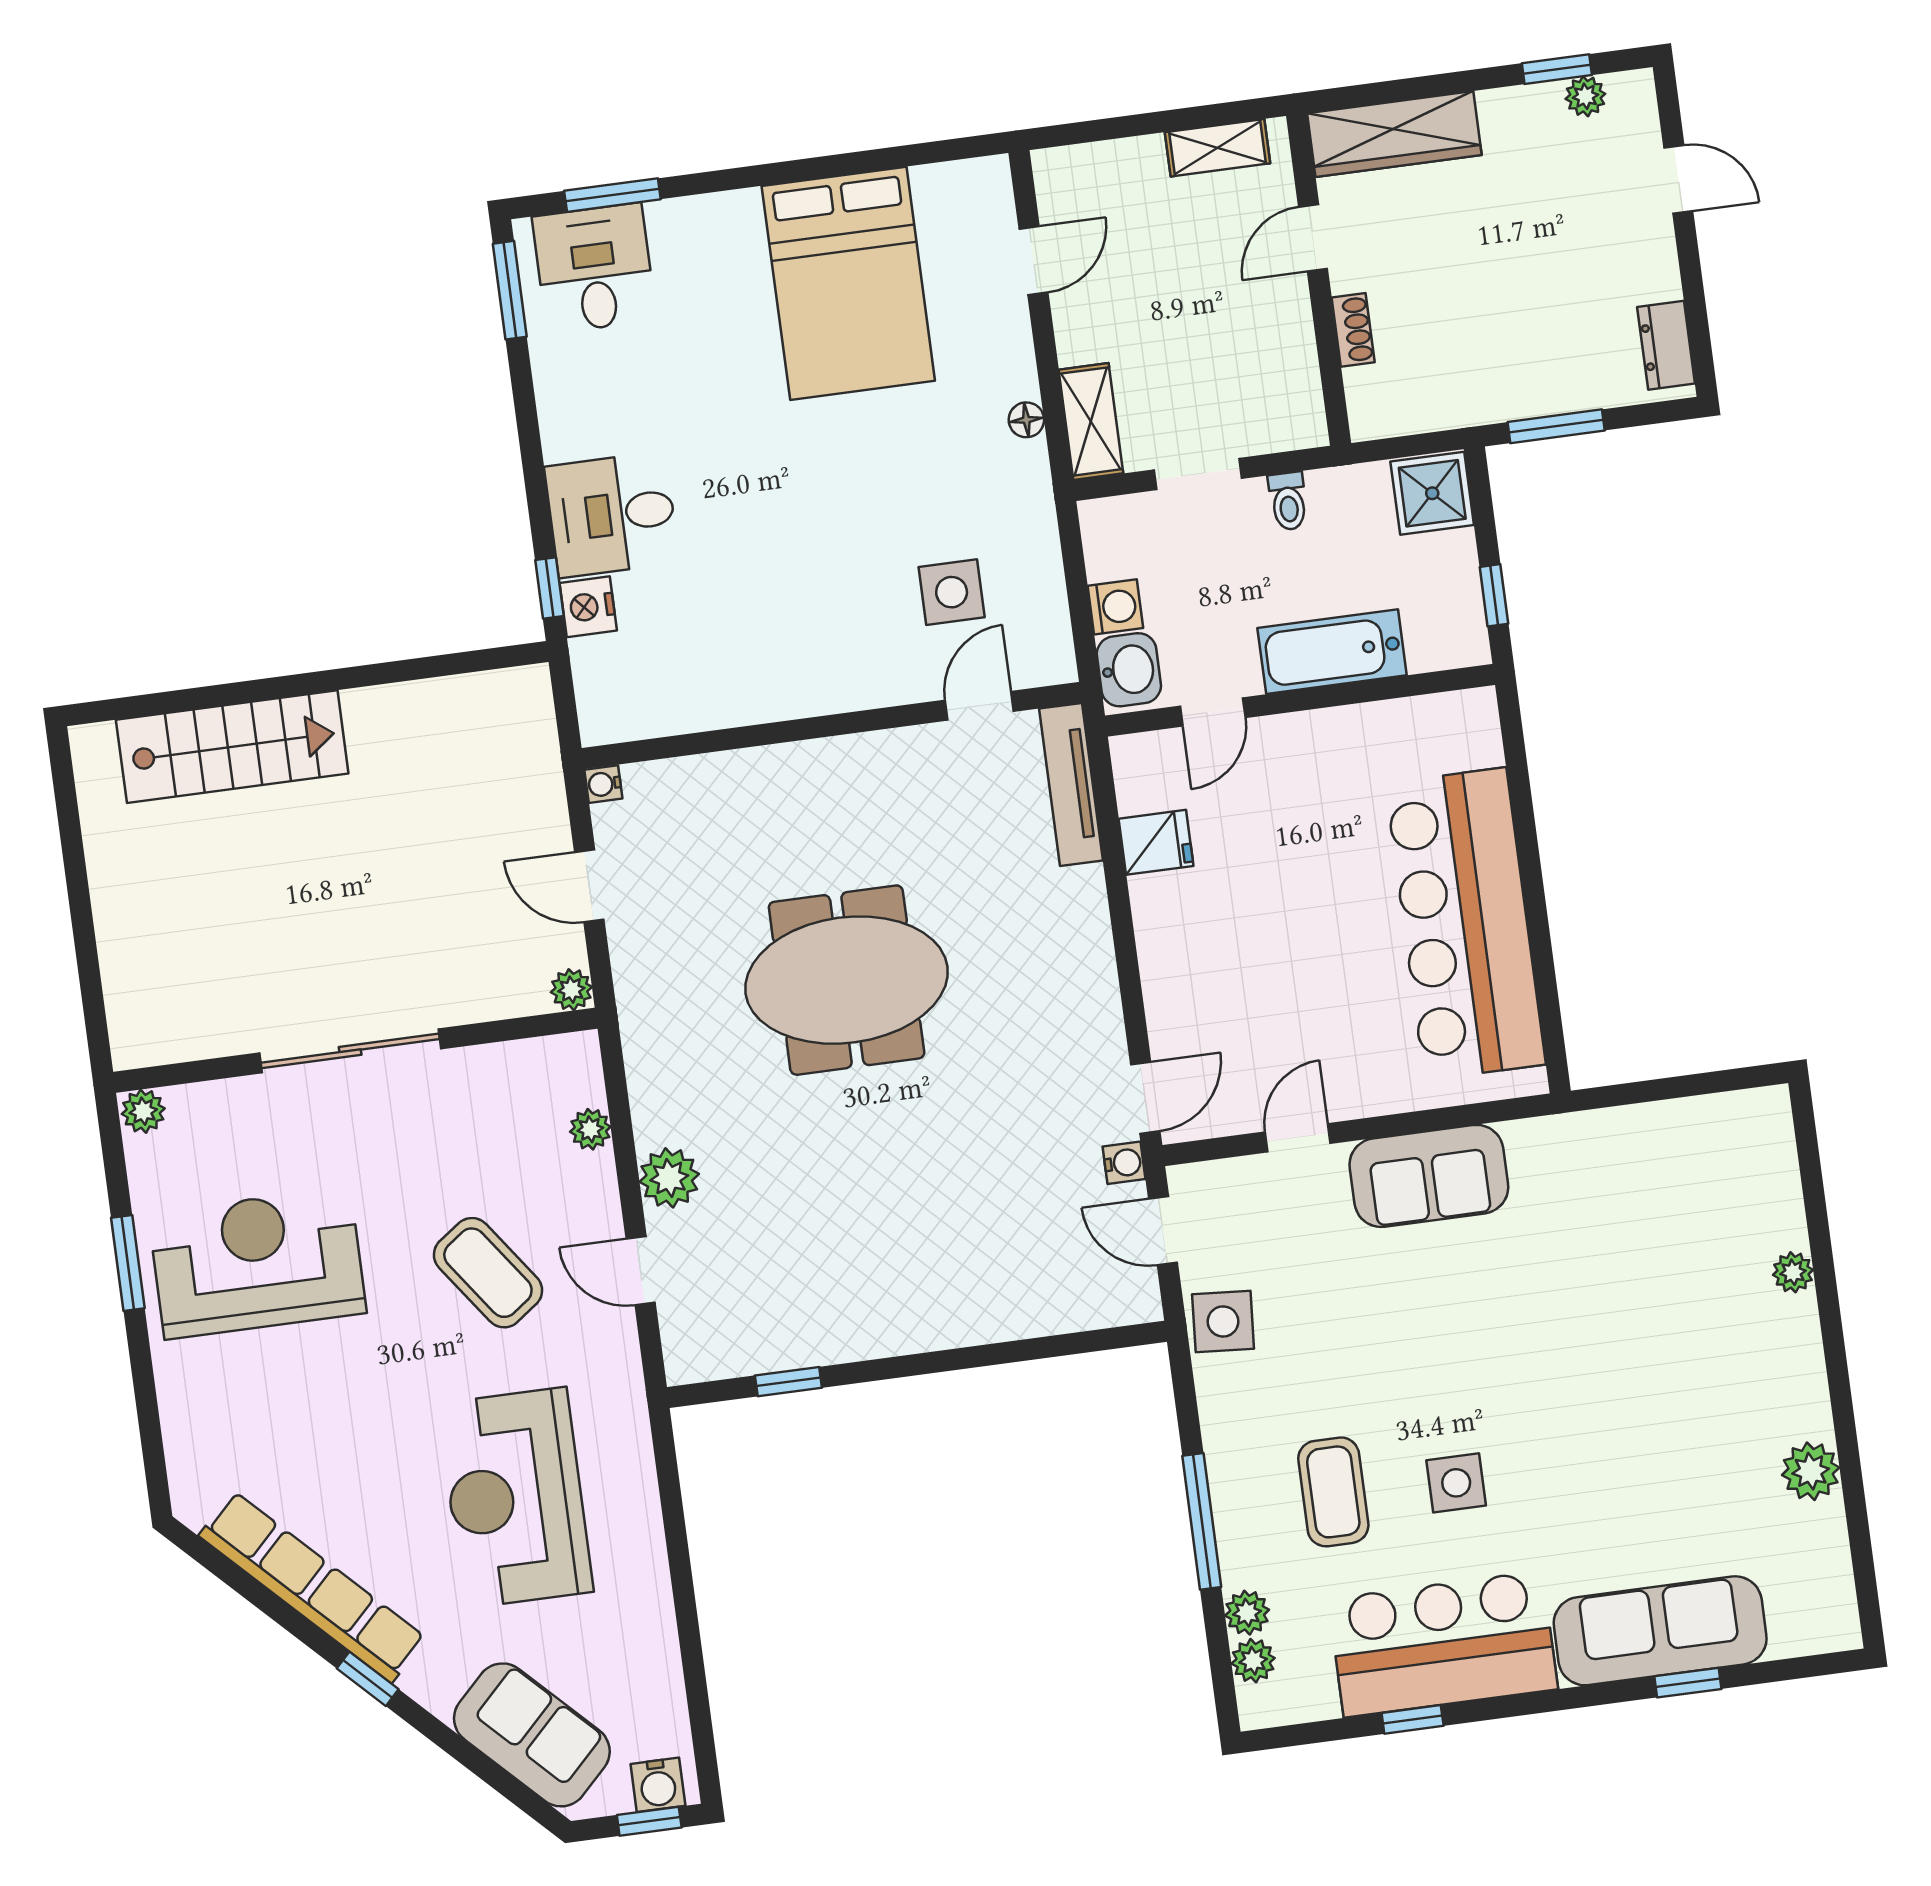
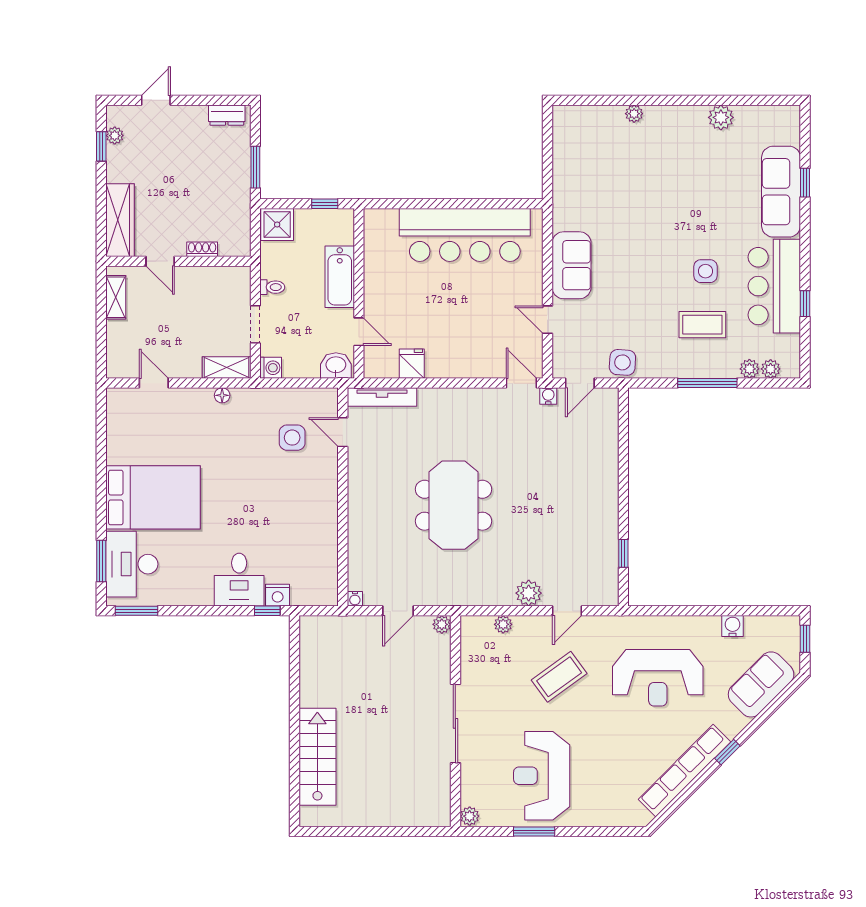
desk: (594, 268) -> (132, 564), width x1.37
bed: (848, 283) -> (153, 497), moved
washing machine: (1115, 607) -> (271, 368), moved, turned 90
water cooler: (658, 1785) -> (733, 626), moved, turned -90

